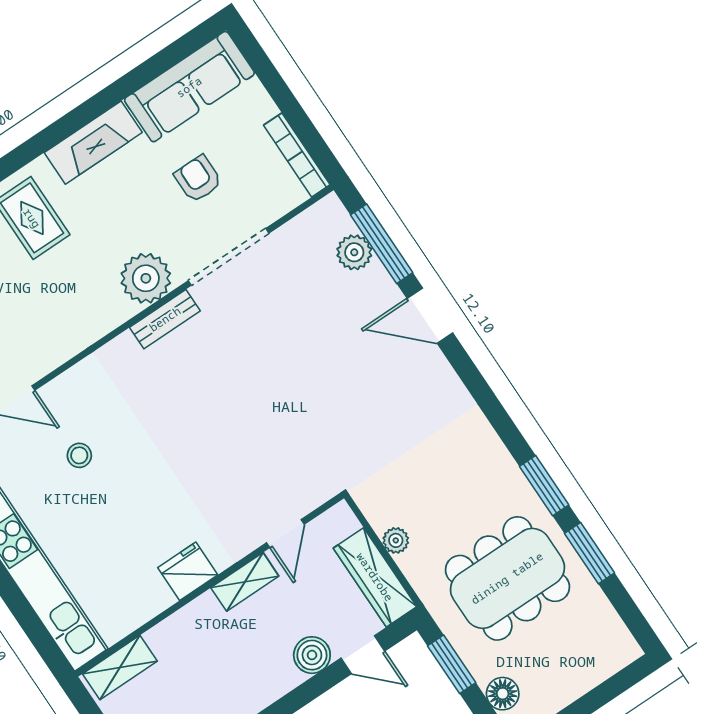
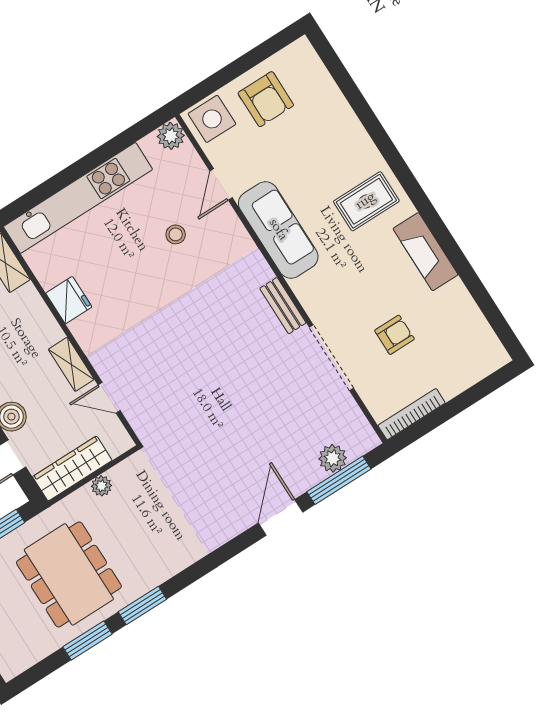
sofa: (189, 87) -> (278, 230), moved, turned 180
plant: (146, 278) -> (316, 291), removed
fridge: (188, 571) -> (69, 300), moved

